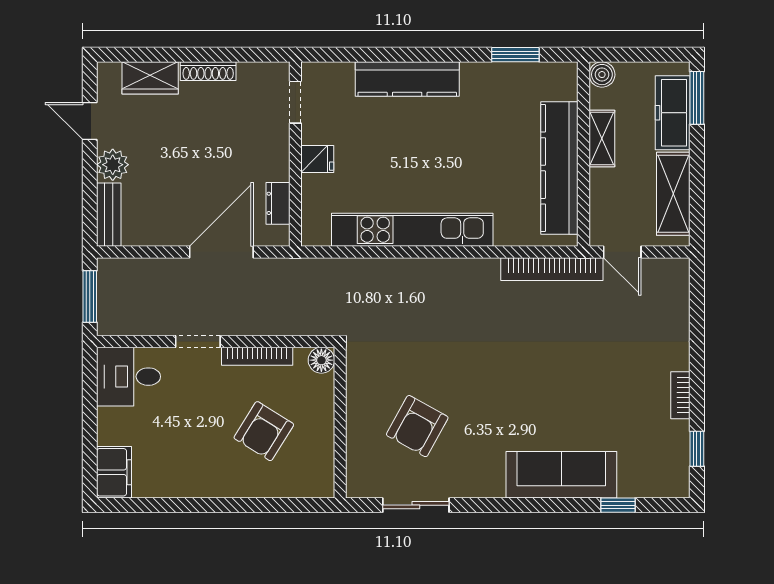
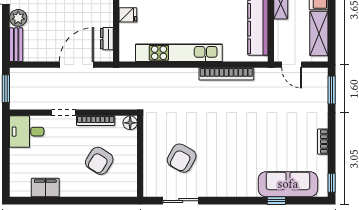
bookcase: (552, 269) -> (226, 74), moved
window: (697, 299) -> (332, 90), added
window: (697, 449) -> (332, 183), moved
filing cabinet: (114, 472) -> (45, 188), moved, turned -90
sofa: (561, 475) -> (288, 184), moved
window: (618, 505) -> (276, 201), moved

